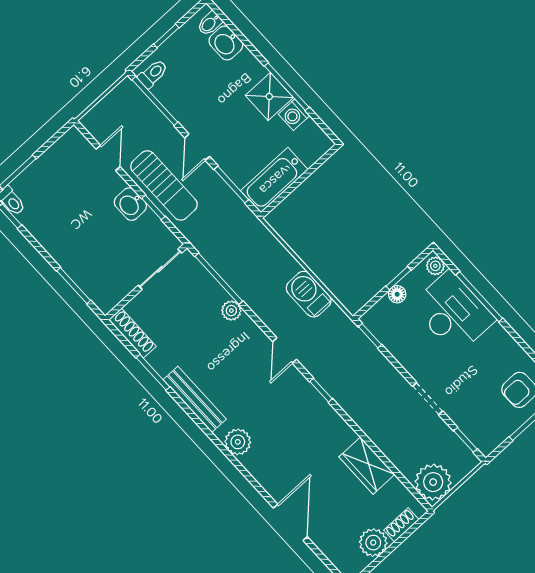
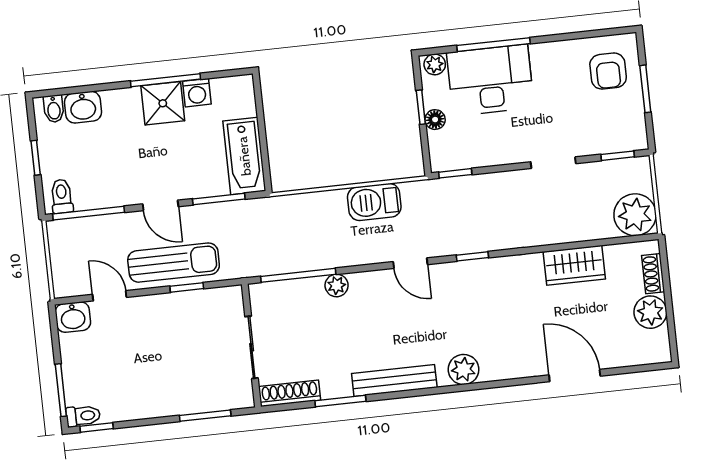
washbasin: (130, 204) -> (73, 317), moved
sliding door: (160, 269) -> (252, 347), moved

